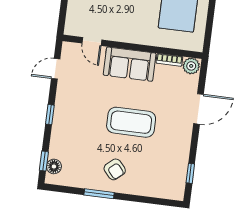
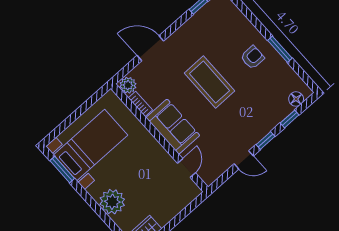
door: (56, 69) -> (244, 160), moved
window: (44, 161) -> (290, 119), moved
armchair: (115, 169) -> (252, 57), turned 41

